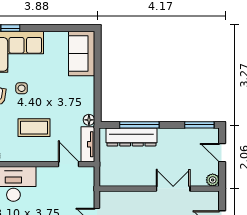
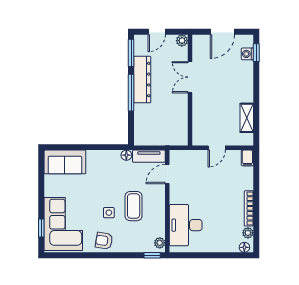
side table: (22, 88) -> (109, 213), moved
window: (139, 125) -> (131, 93), moved
dresser: (131, 137) -> (142, 80), moved

